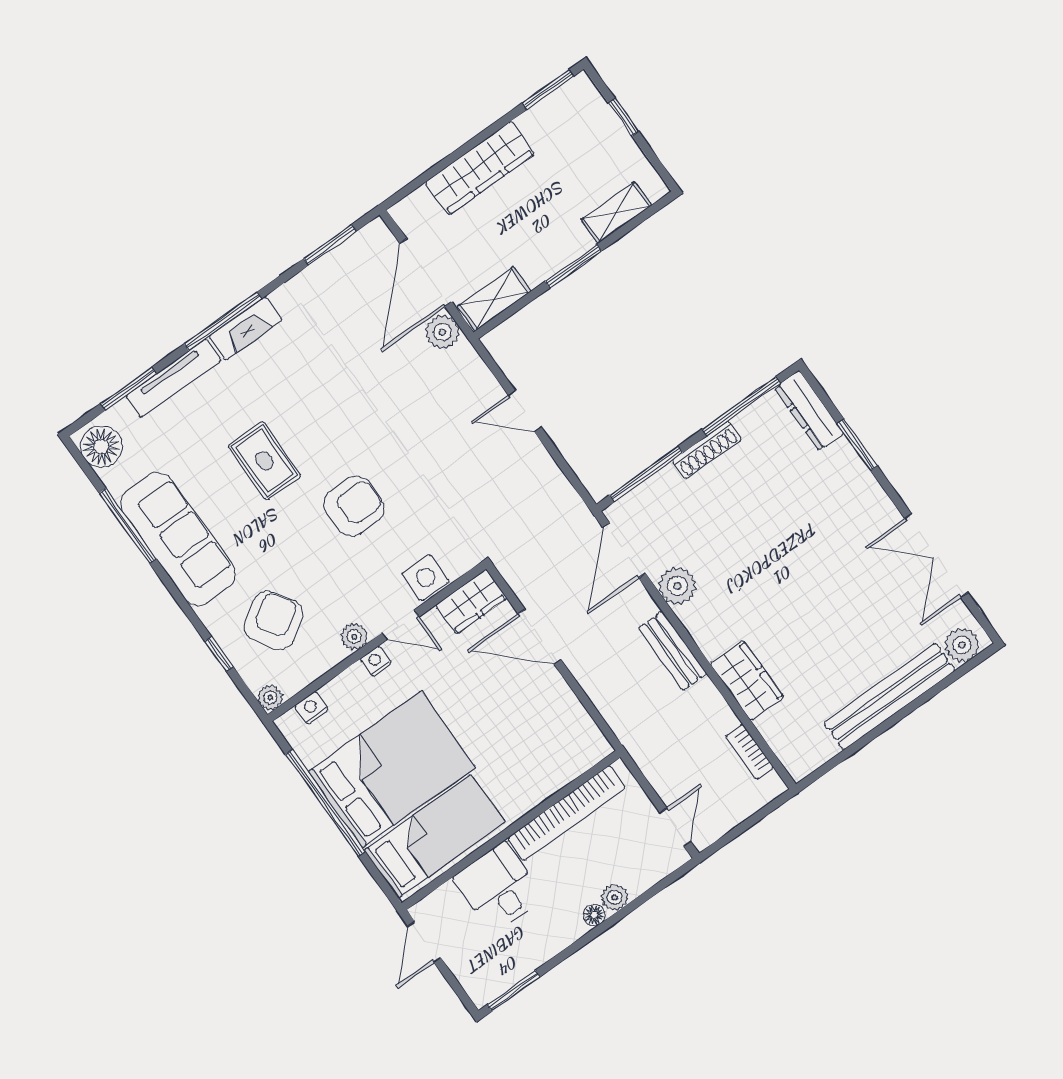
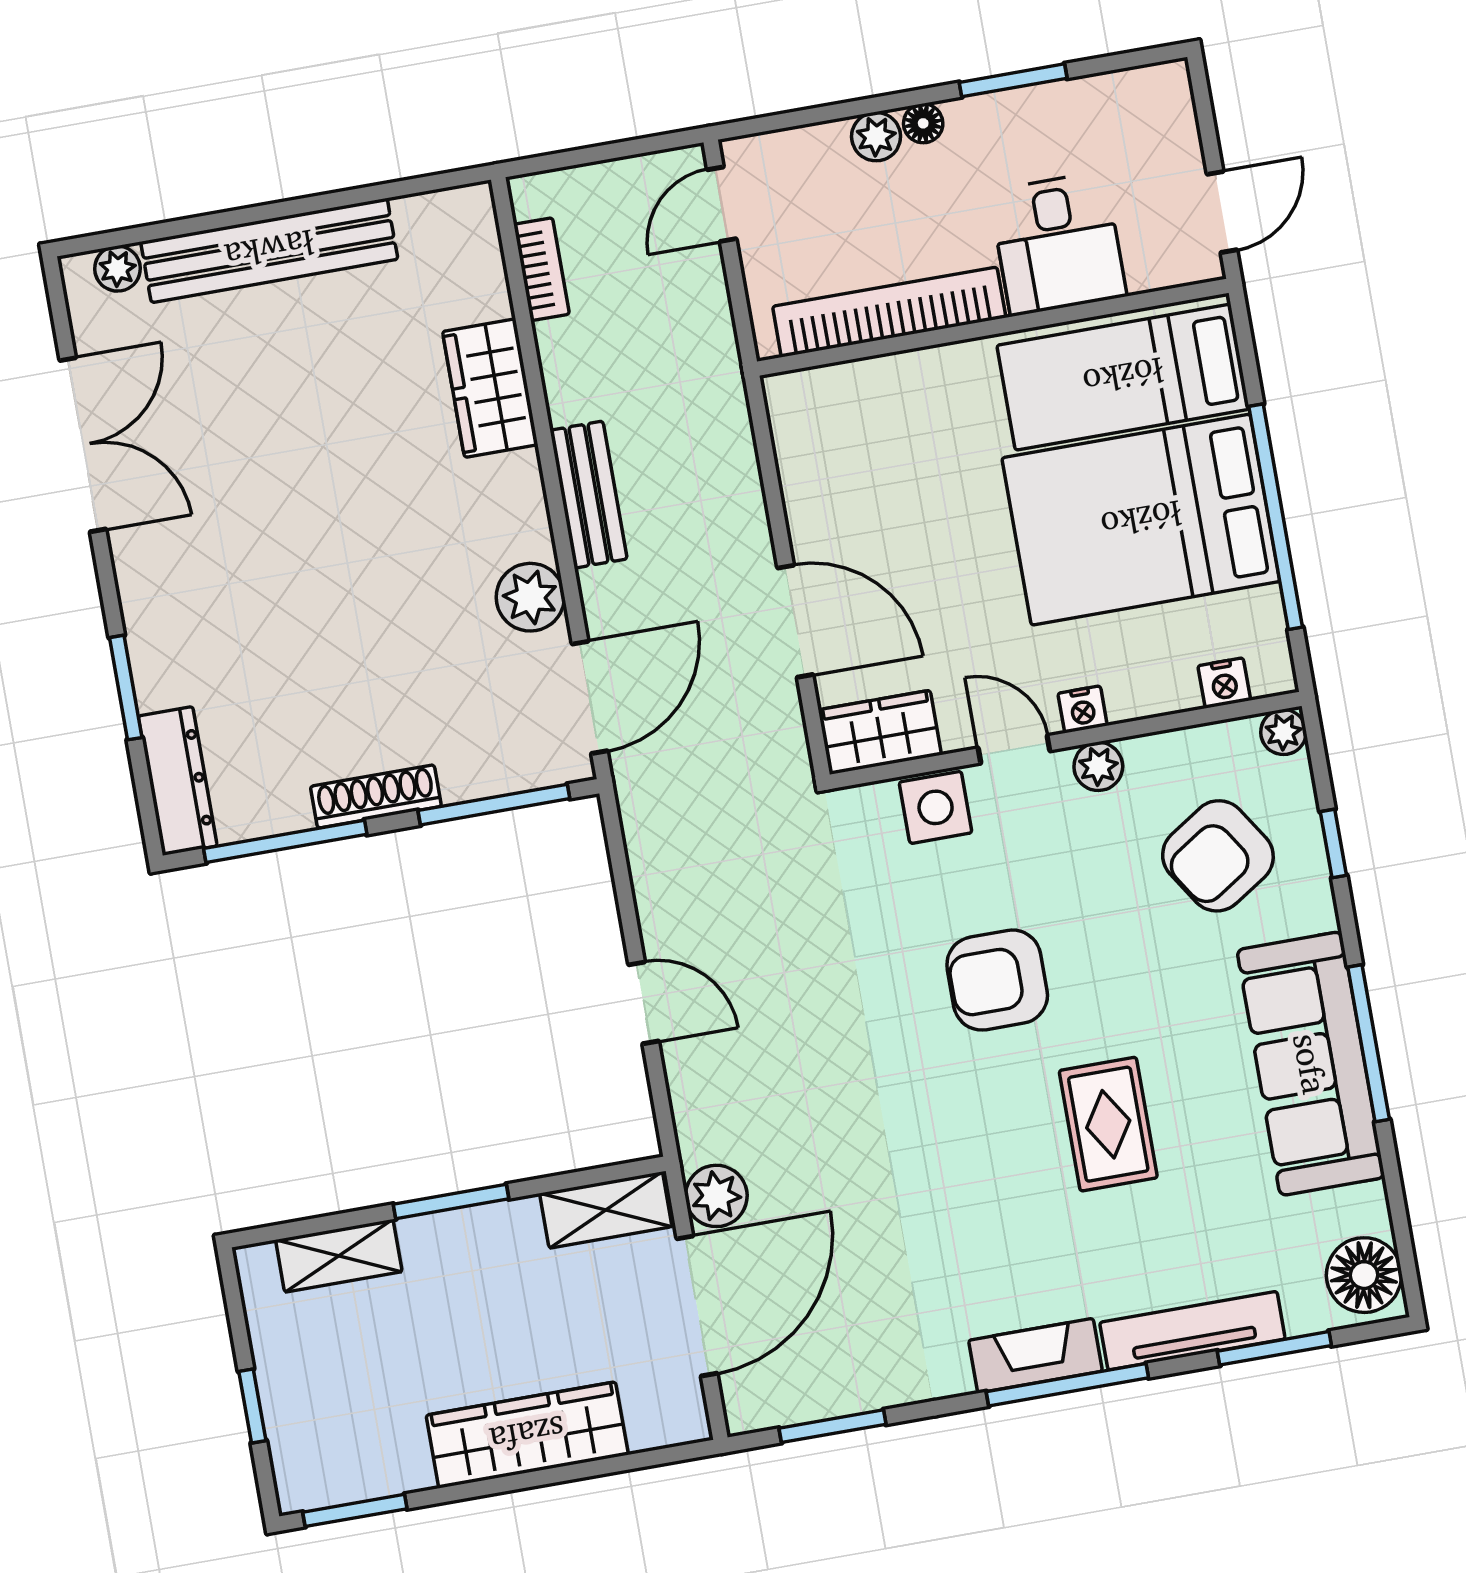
window: (128, 526) -> (1369, 1043), moved
plant: (962, 645) -> (117, 269), width x0.73, depth x0.73
window: (514, 991) -> (1013, 80), moved

